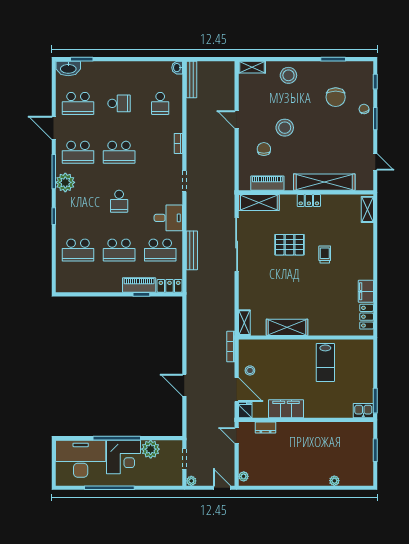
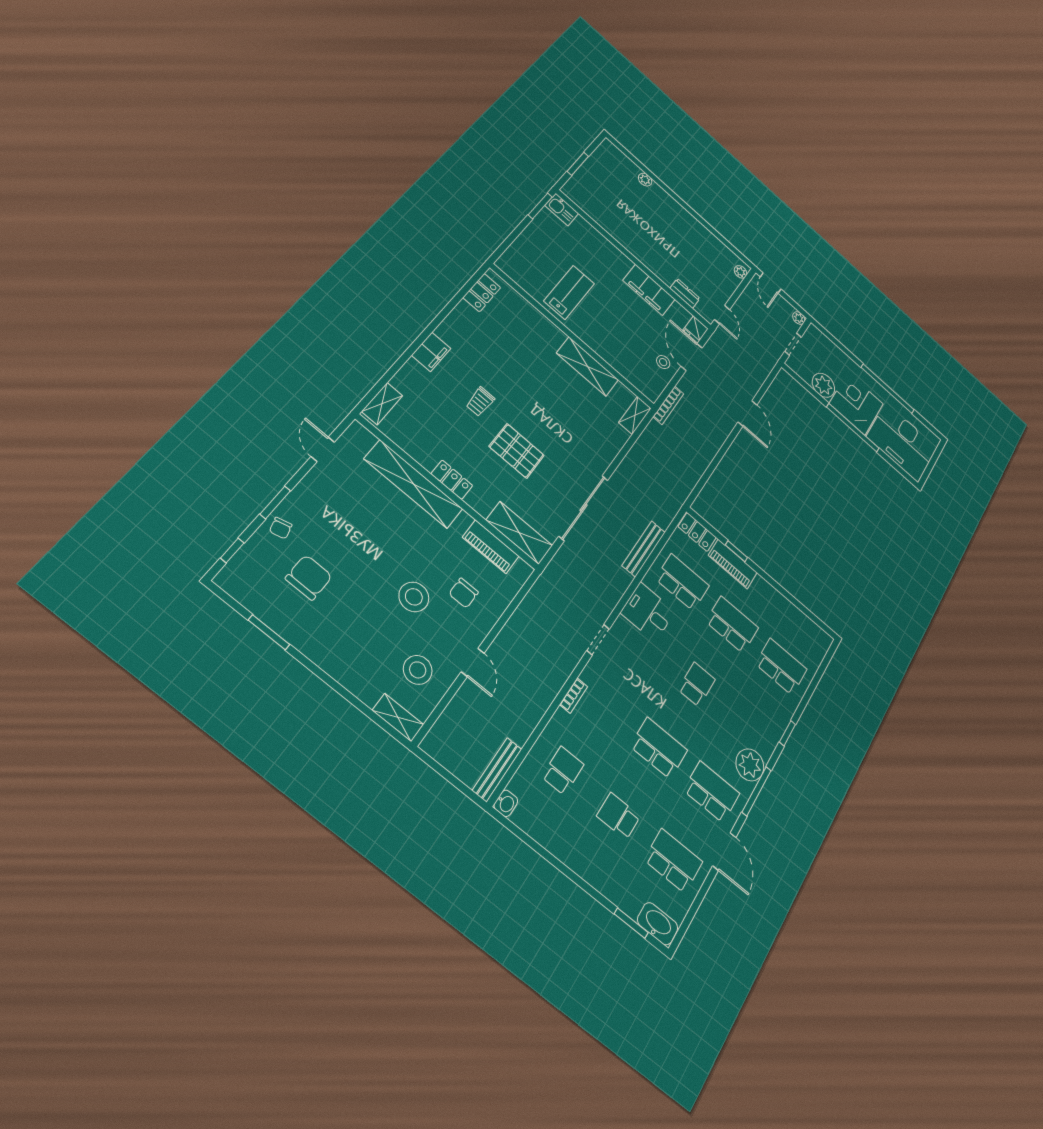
stool: (288, 75) -> (418, 670), moved
filing cabinet: (366, 291) -> (431, 352), moved

